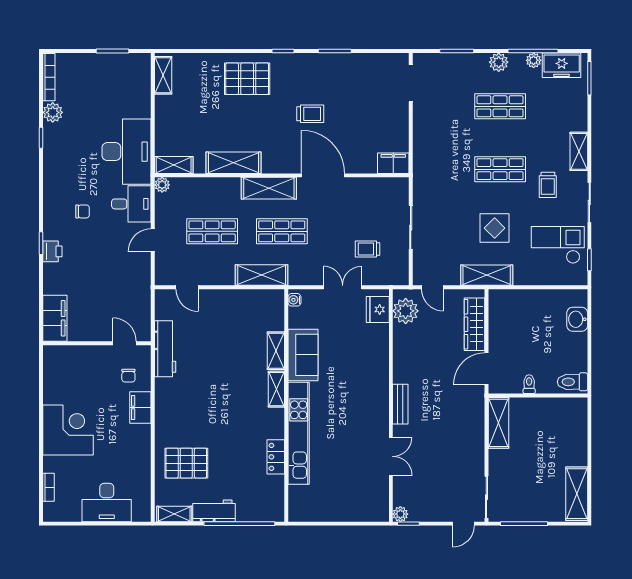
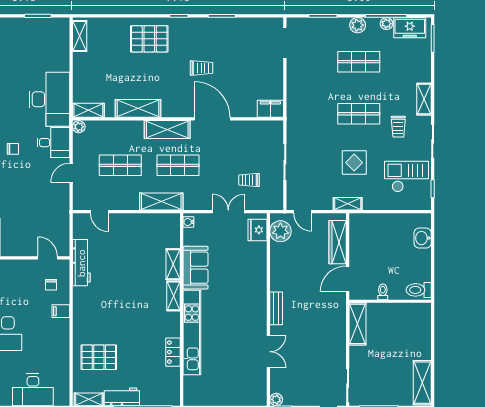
shelving: (487, 275) -> (348, 204), width x0.67, depth x0.75
filing cabinet: (140, 407) -> (61, 311), width x0.50

